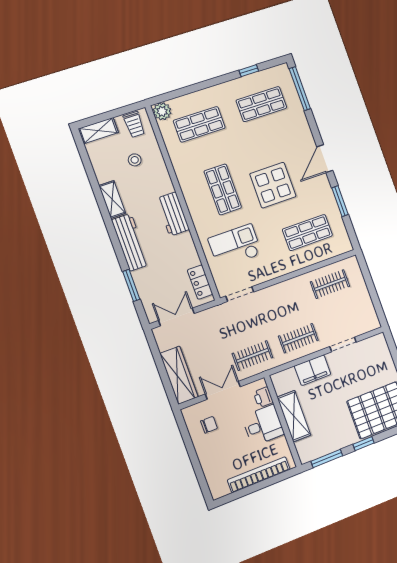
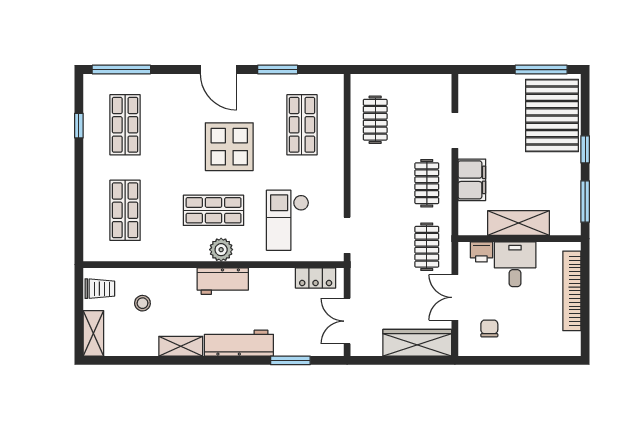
plant: (162, 111) -> (221, 250), moved

